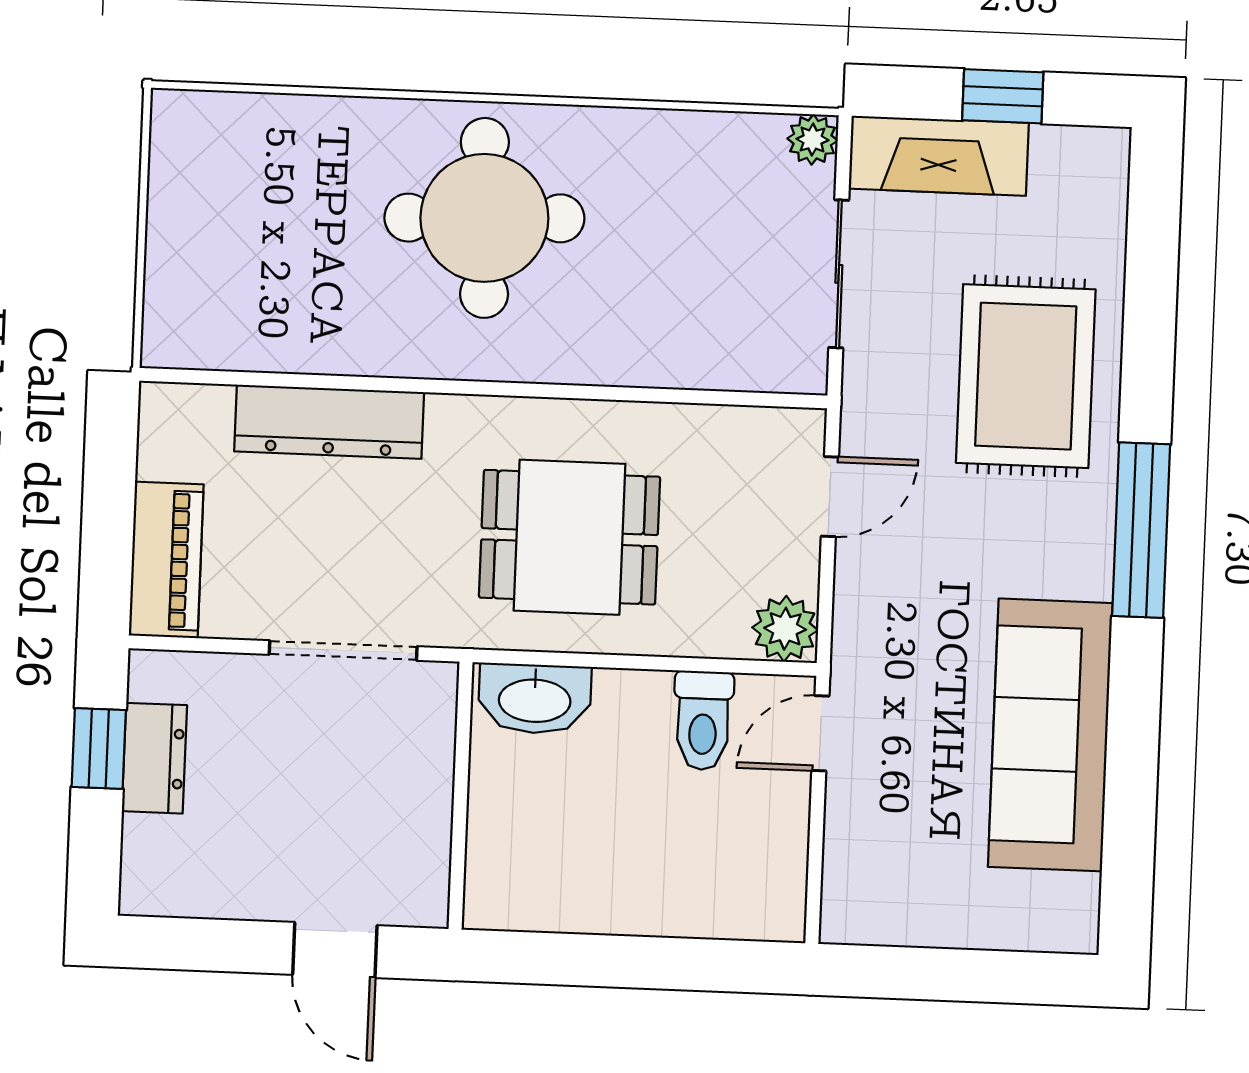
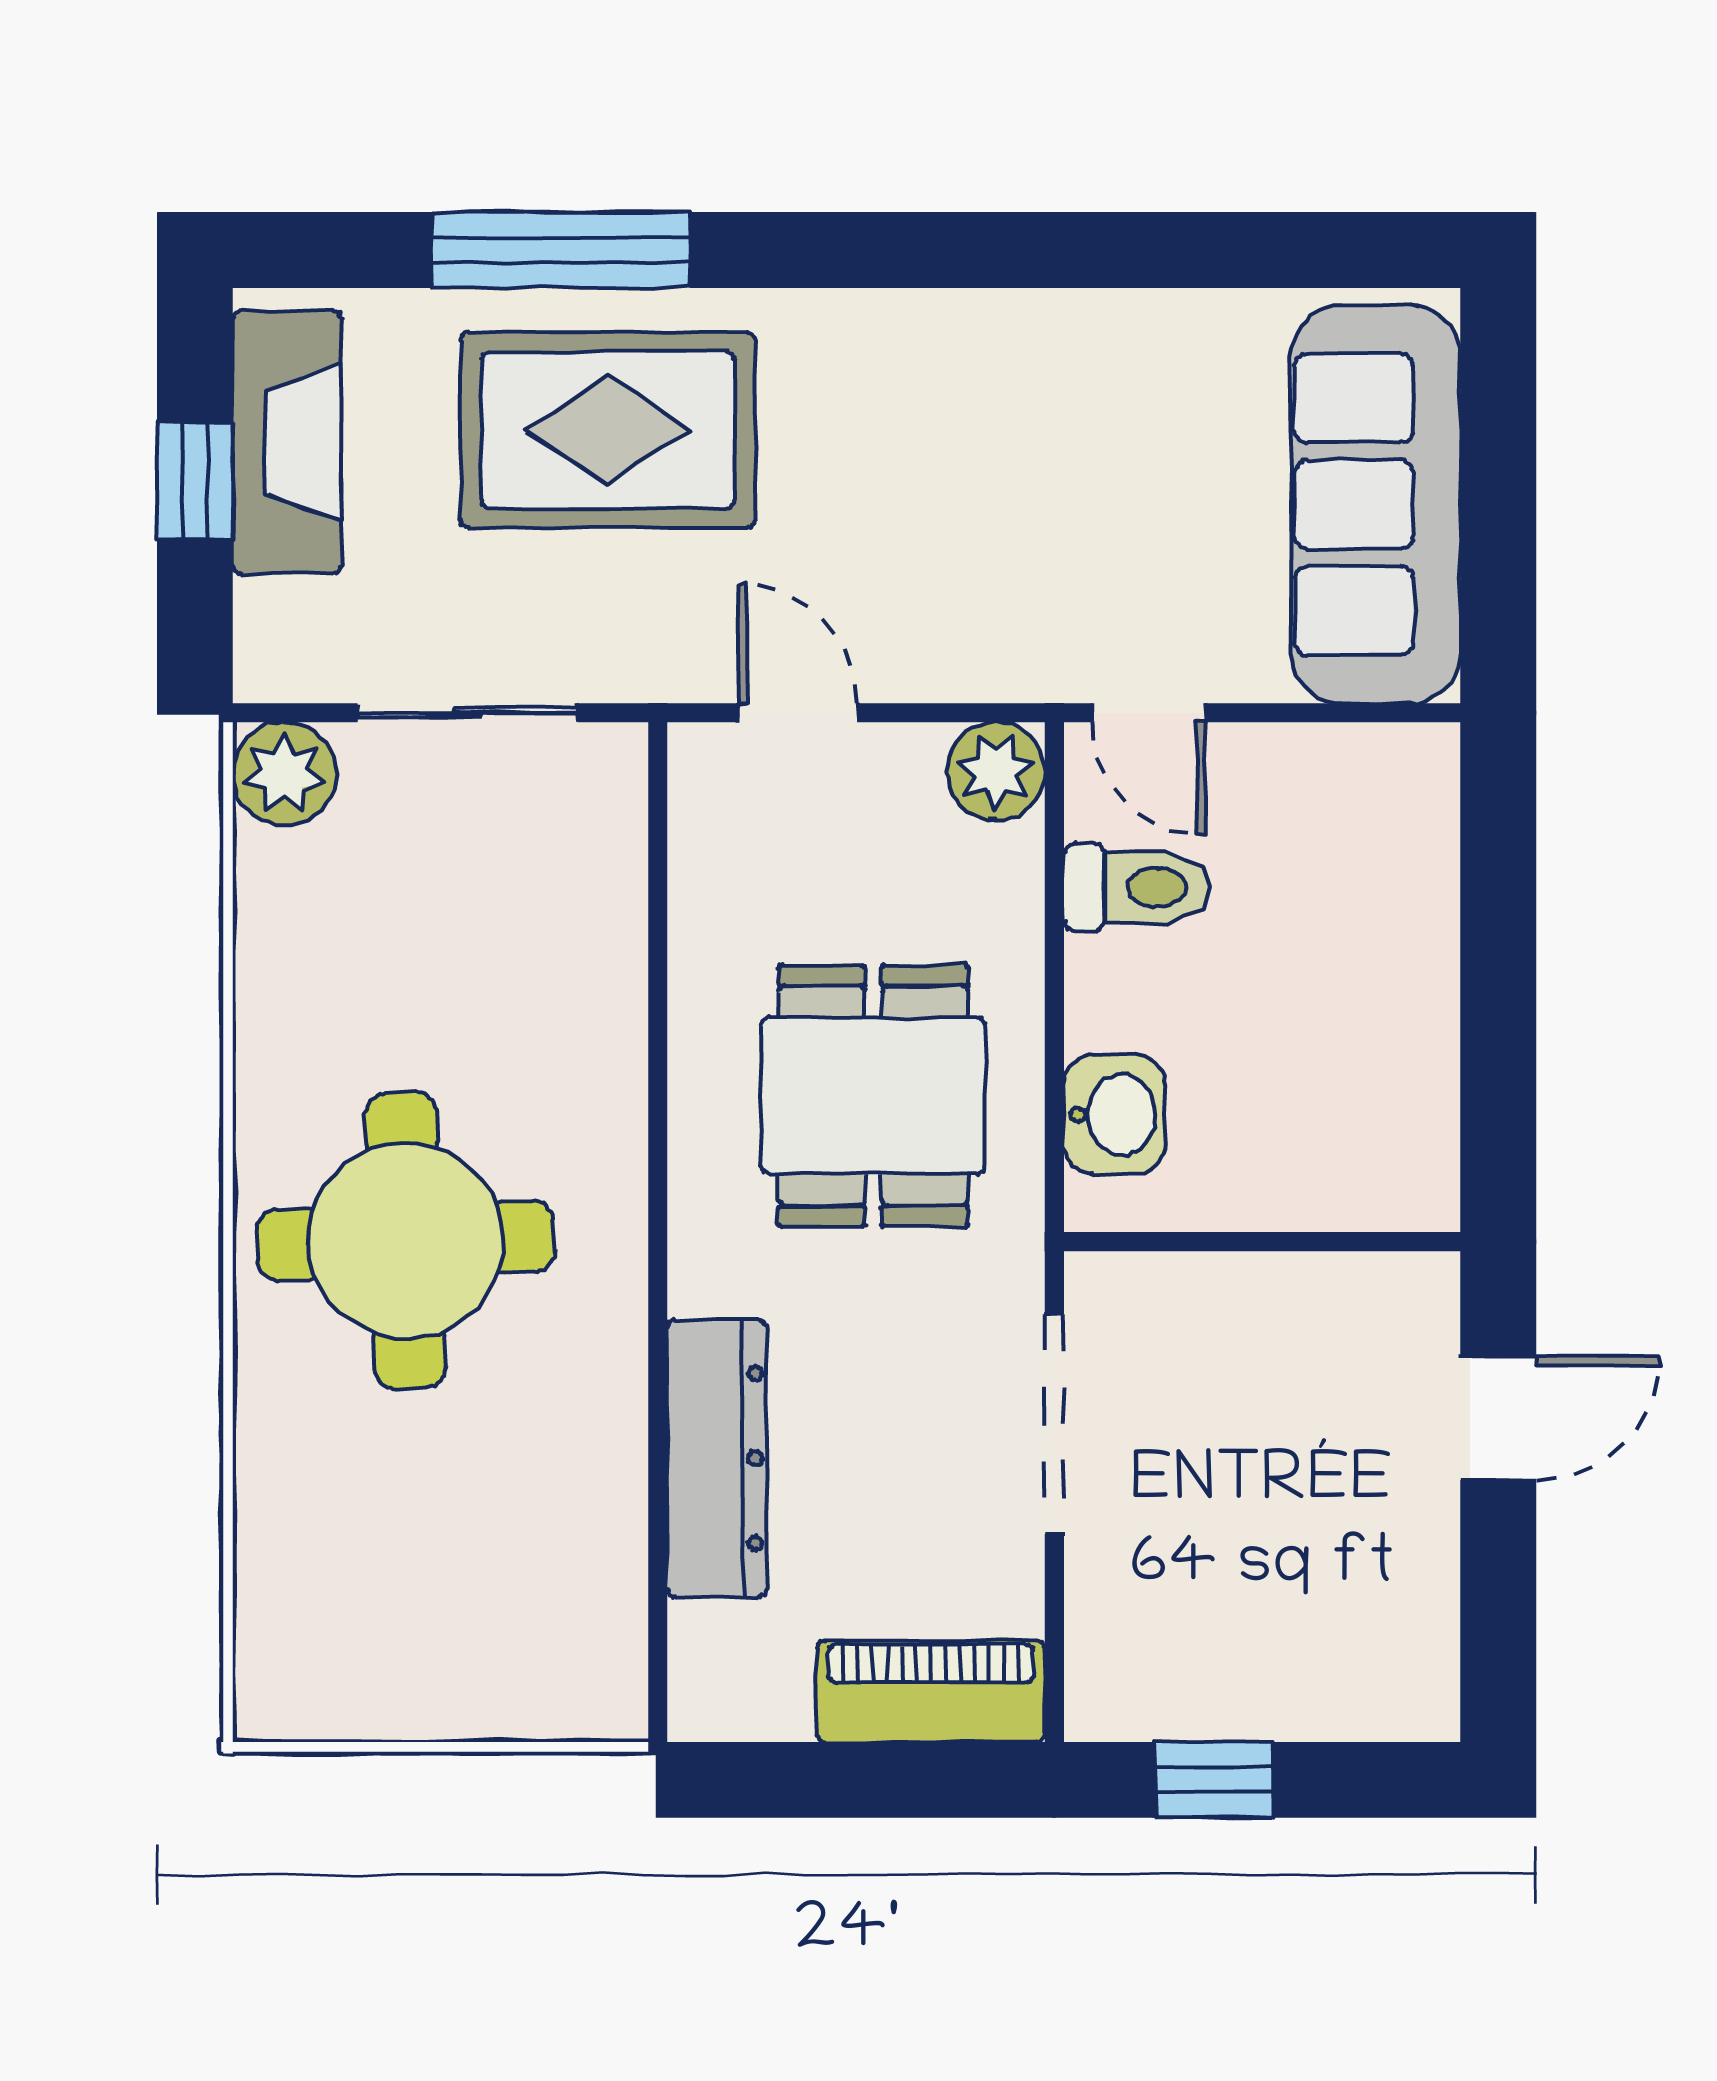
plant: (813, 139) -> (284, 774), width x1.38, depth x1.38
fireplace: (939, 156) -> (287, 442), moved
window: (1141, 530) -> (561, 250), moved
washbasin: (535, 699) -> (1114, 1115), width x0.72
sofa: (1050, 735) -> (1376, 504), moved, turned 90
dresser: (154, 758) -> (1225, 1697), removed

